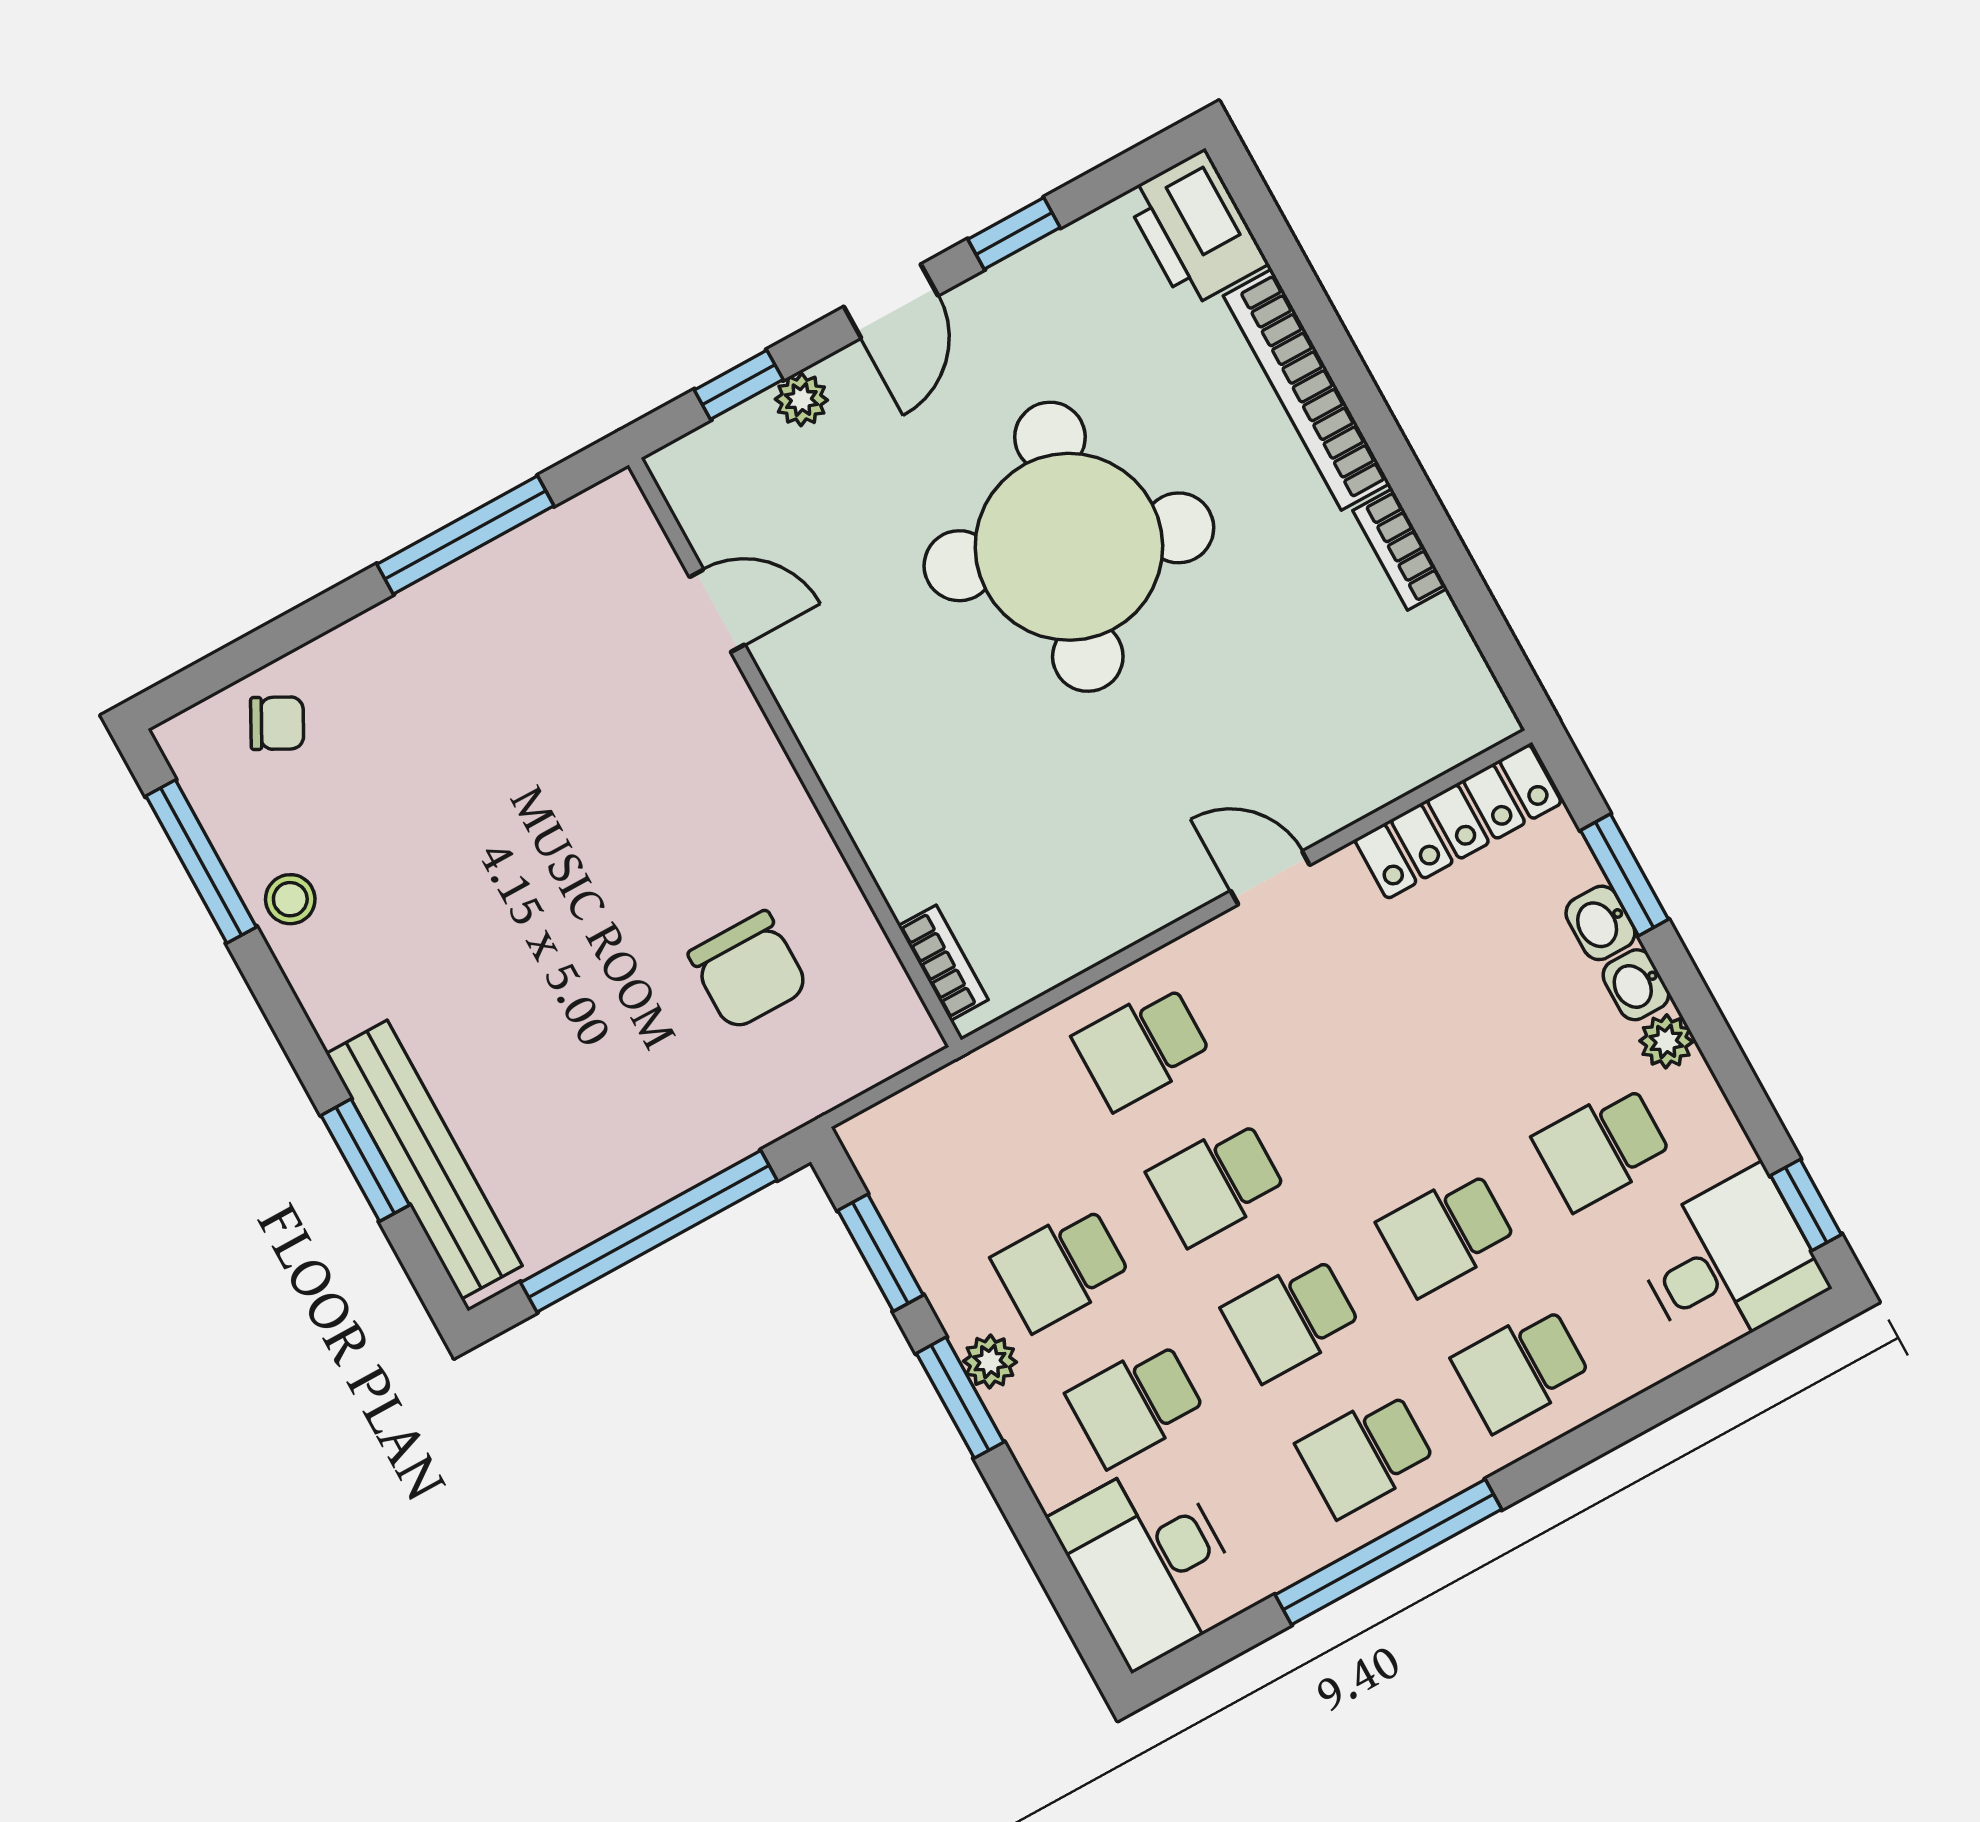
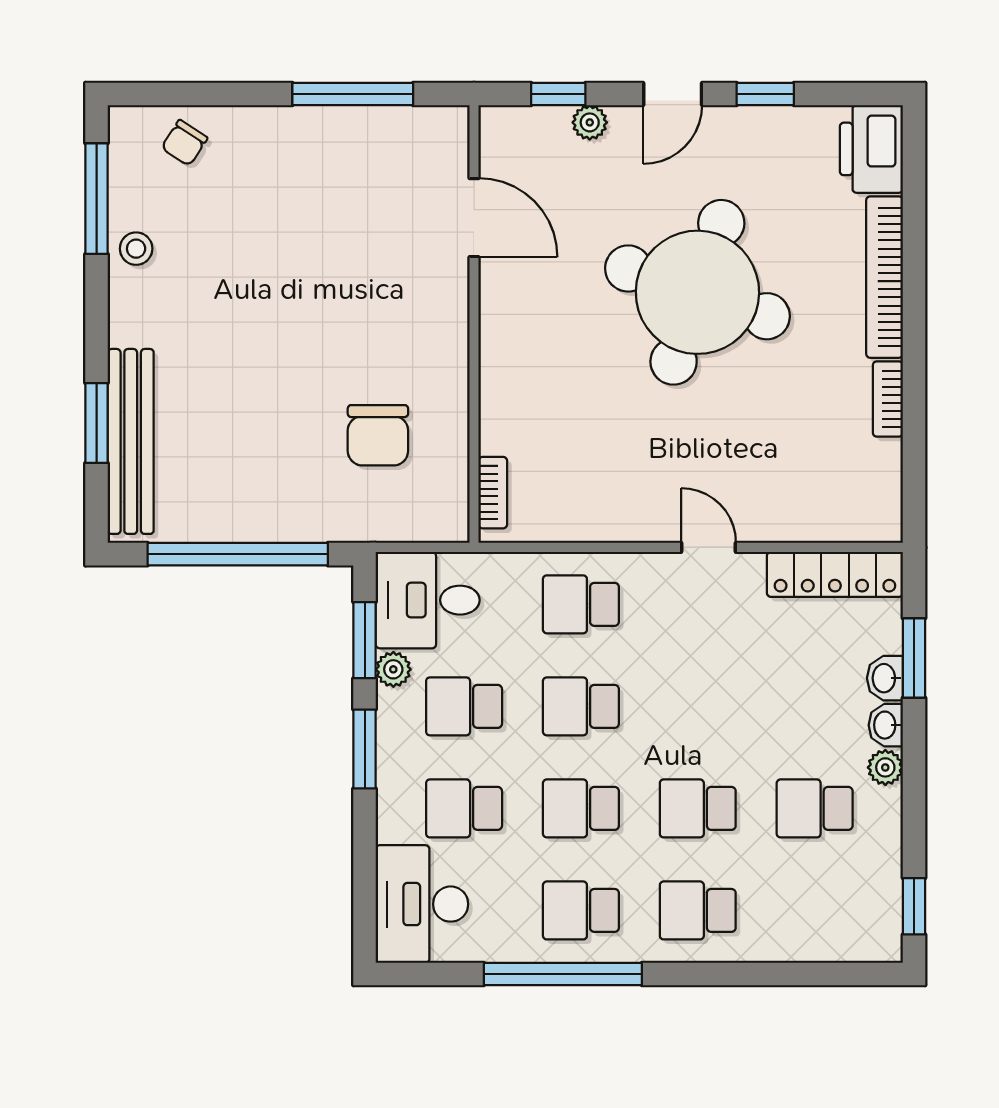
door: (717, 611) -> (474, 218), width x1.38
chair: (277, 723) -> (184, 143), turned 95
desk: (1728, 1262) -> (428, 600), moved, turned 180
plant: (990, 1362) -> (393, 669), moved

